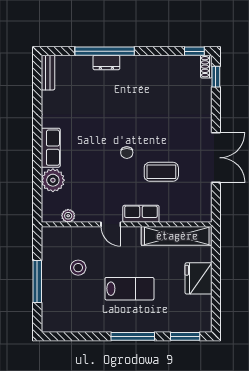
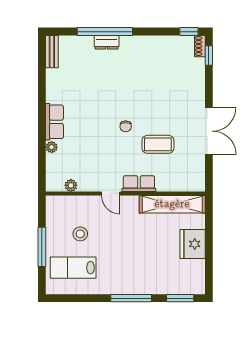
plant: (53, 180) -> (52, 147), width x0.53, depth x0.53
lab bench: (129, 289) -> (73, 268), moved, turned 180

